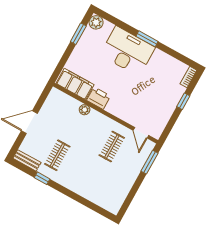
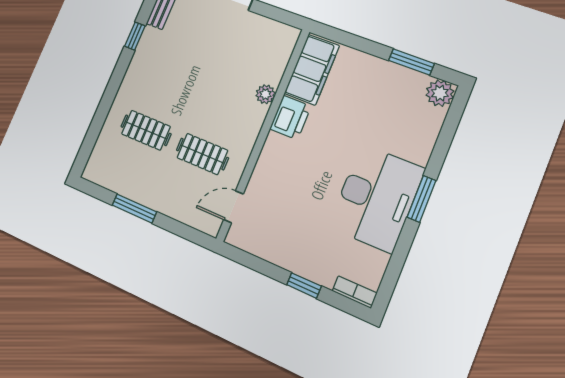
desk: (128, 51) -> (376, 198), moved
clothes rail: (57, 155) -> (146, 130), moved
window: (149, 162) -> (134, 208), moved

